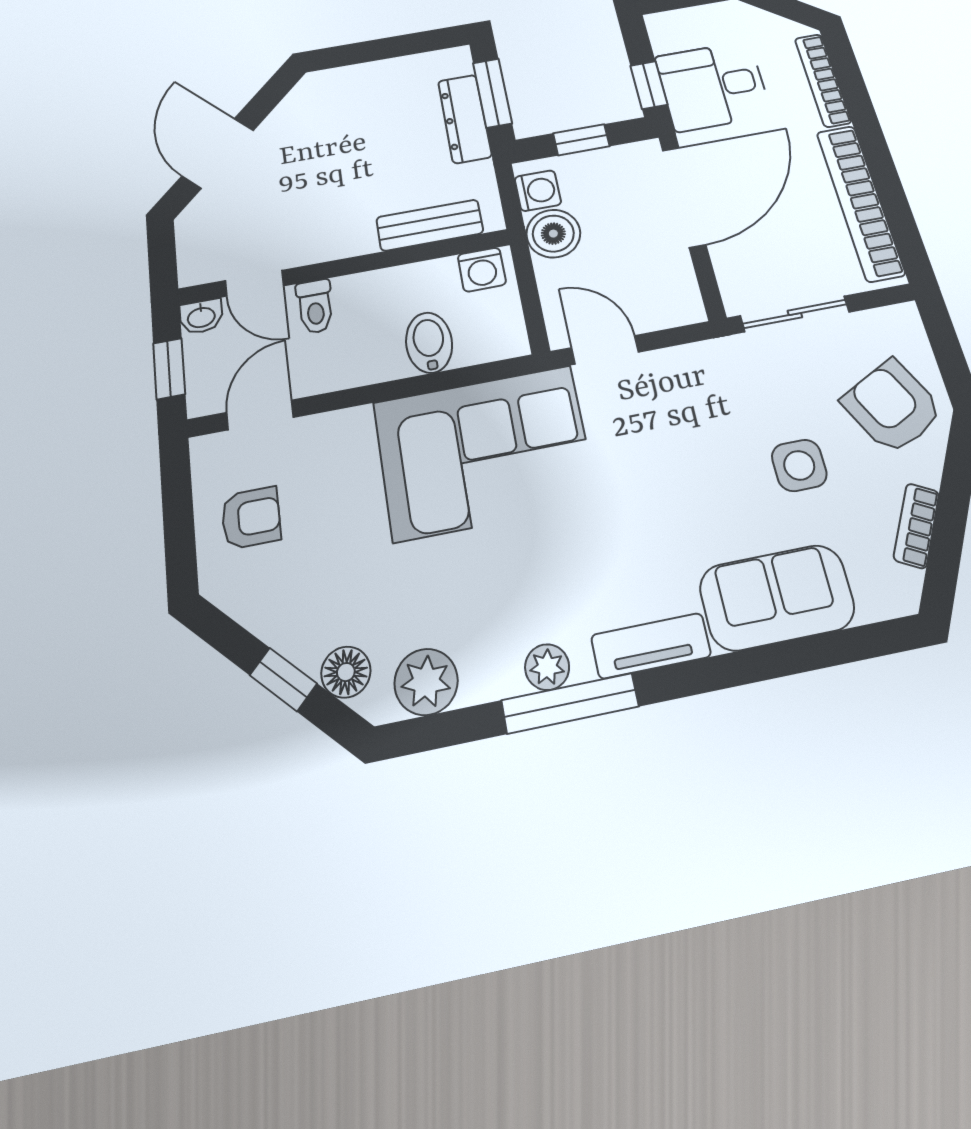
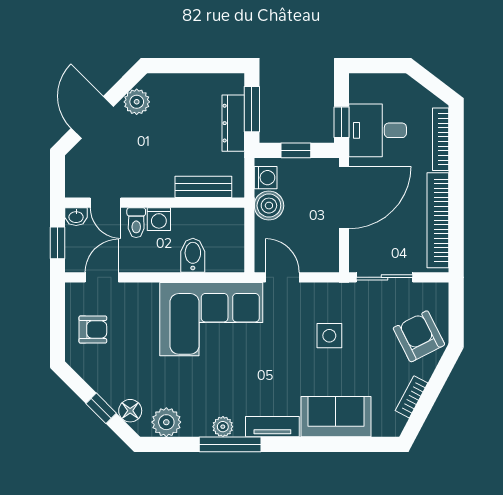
plant: (293, 117) -> (137, 102), added
washing machine: (482, 270) -> (159, 219), moved
side table: (799, 465) -> (329, 336), moved

